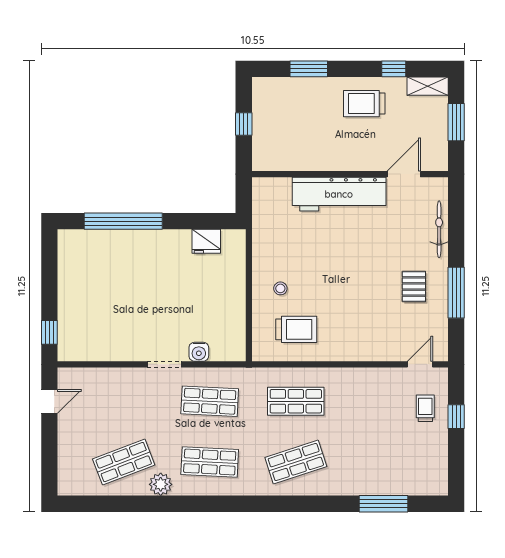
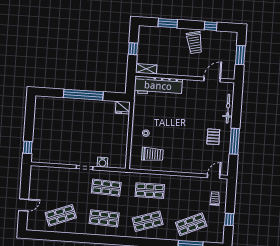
shelving: (428, 86) -> (146, 69), moved
trolley: (364, 104) -> (195, 43), turned -103
workbench: (339, 194) -> (158, 86), moved
window: (123, 221) -> (83, 95), moved
fridge: (206, 241) -> (123, 108), moved
door: (49, 402) -> (24, 205), moved
window: (456, 417) -> (229, 219), moved
shop shelf: (382, 462) -> (191, 224), added
plant: (161, 484) -> (79, 228), removed

